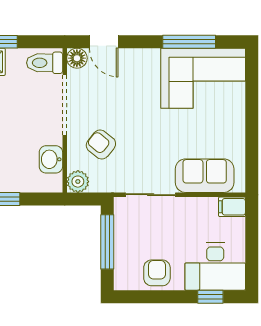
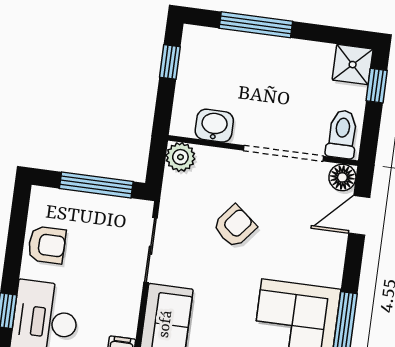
armchair: (101, 145) -> (235, 226), moved

